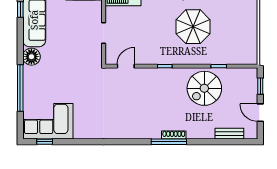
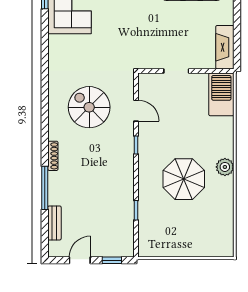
door: (126, 66) -> (136, 111), moved
spiral stairs: (204, 88) -> (89, 107), moved
window: (169, 142) -> (45, 188), moved

